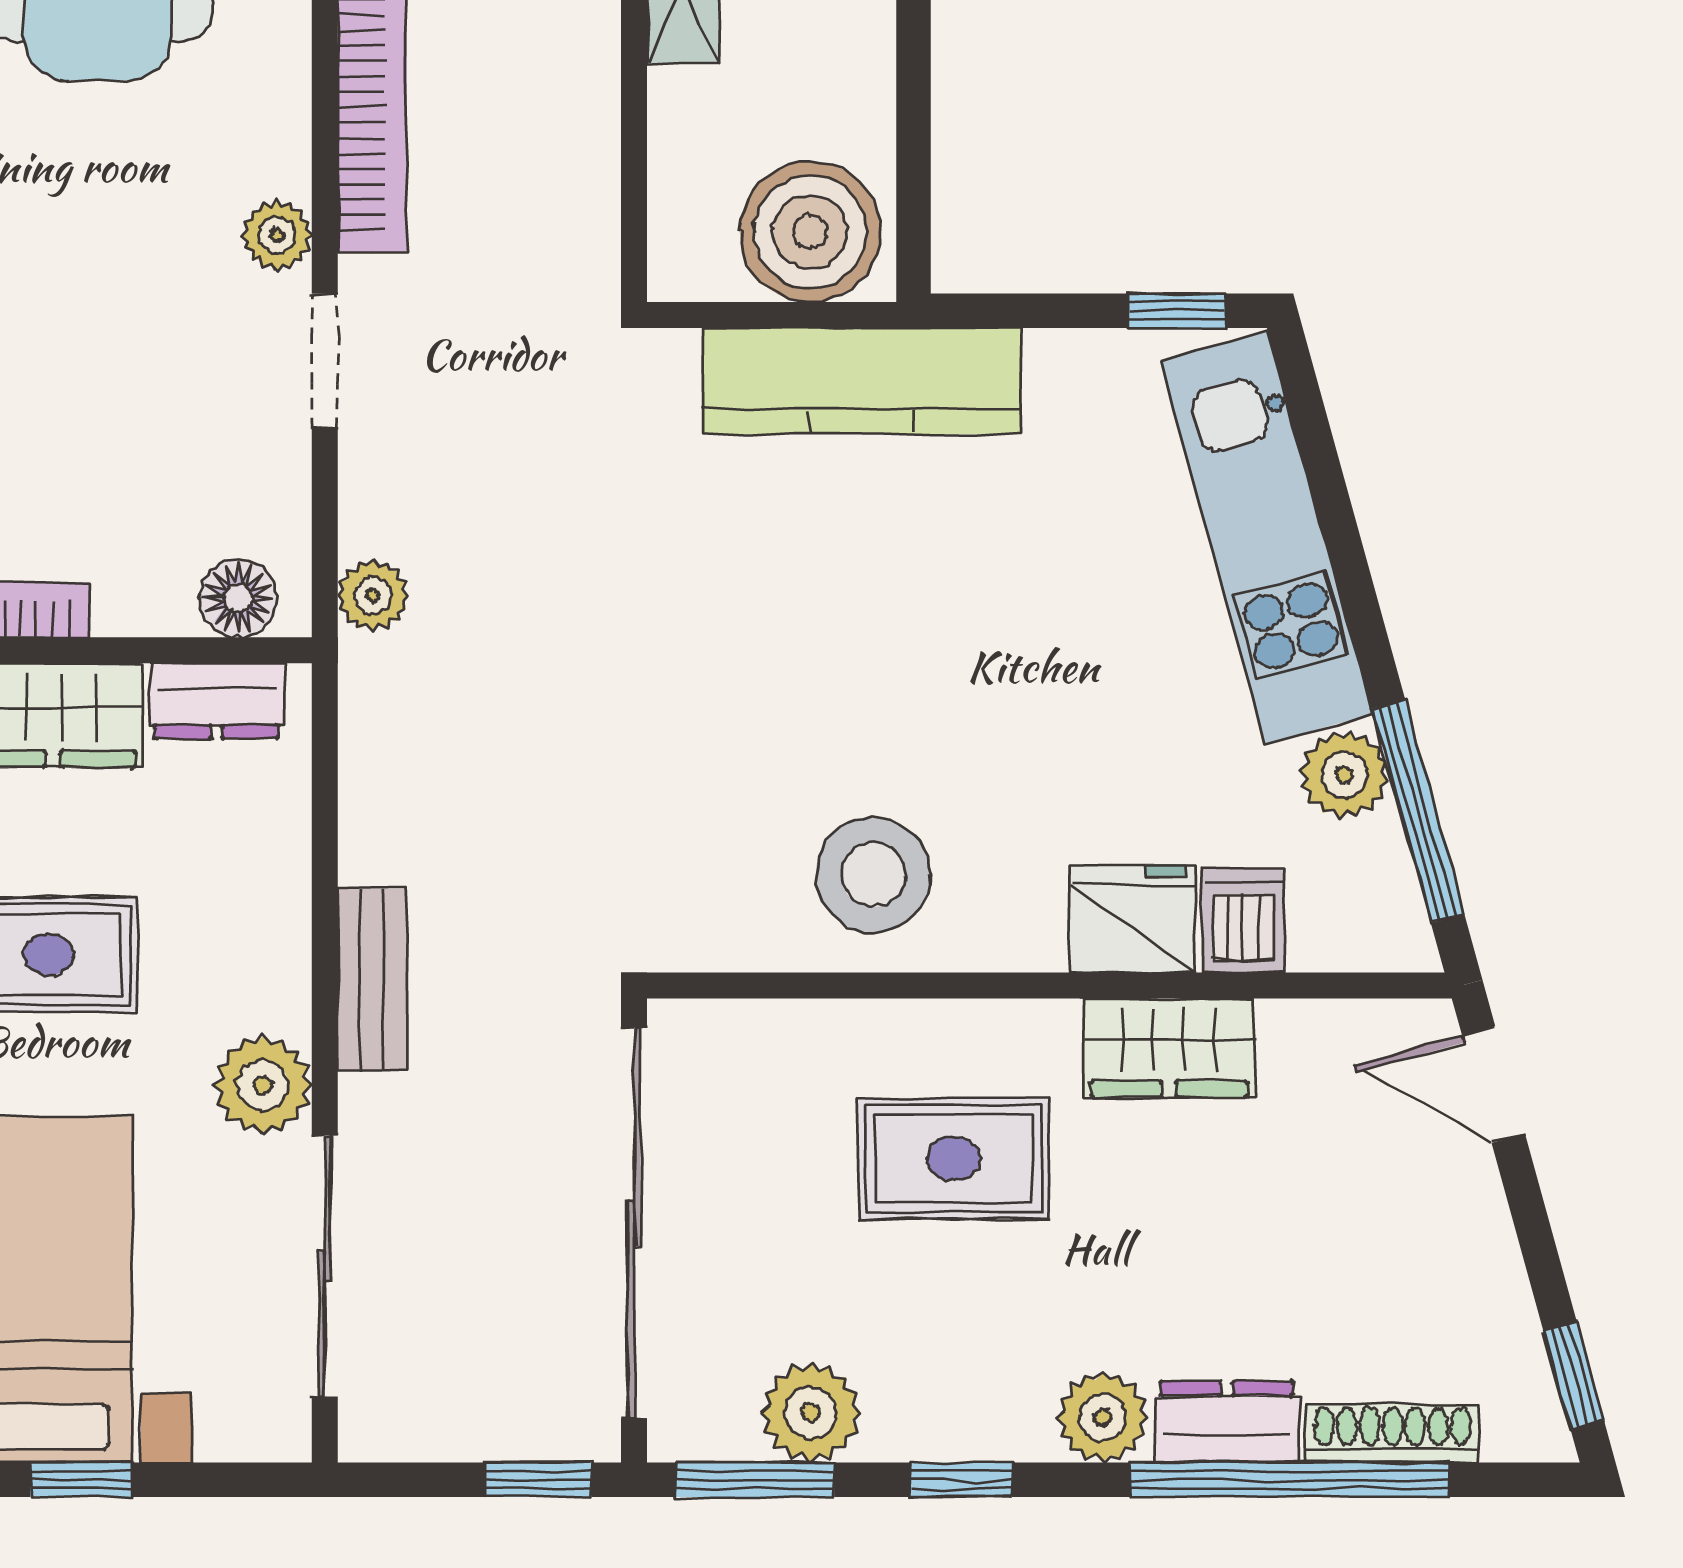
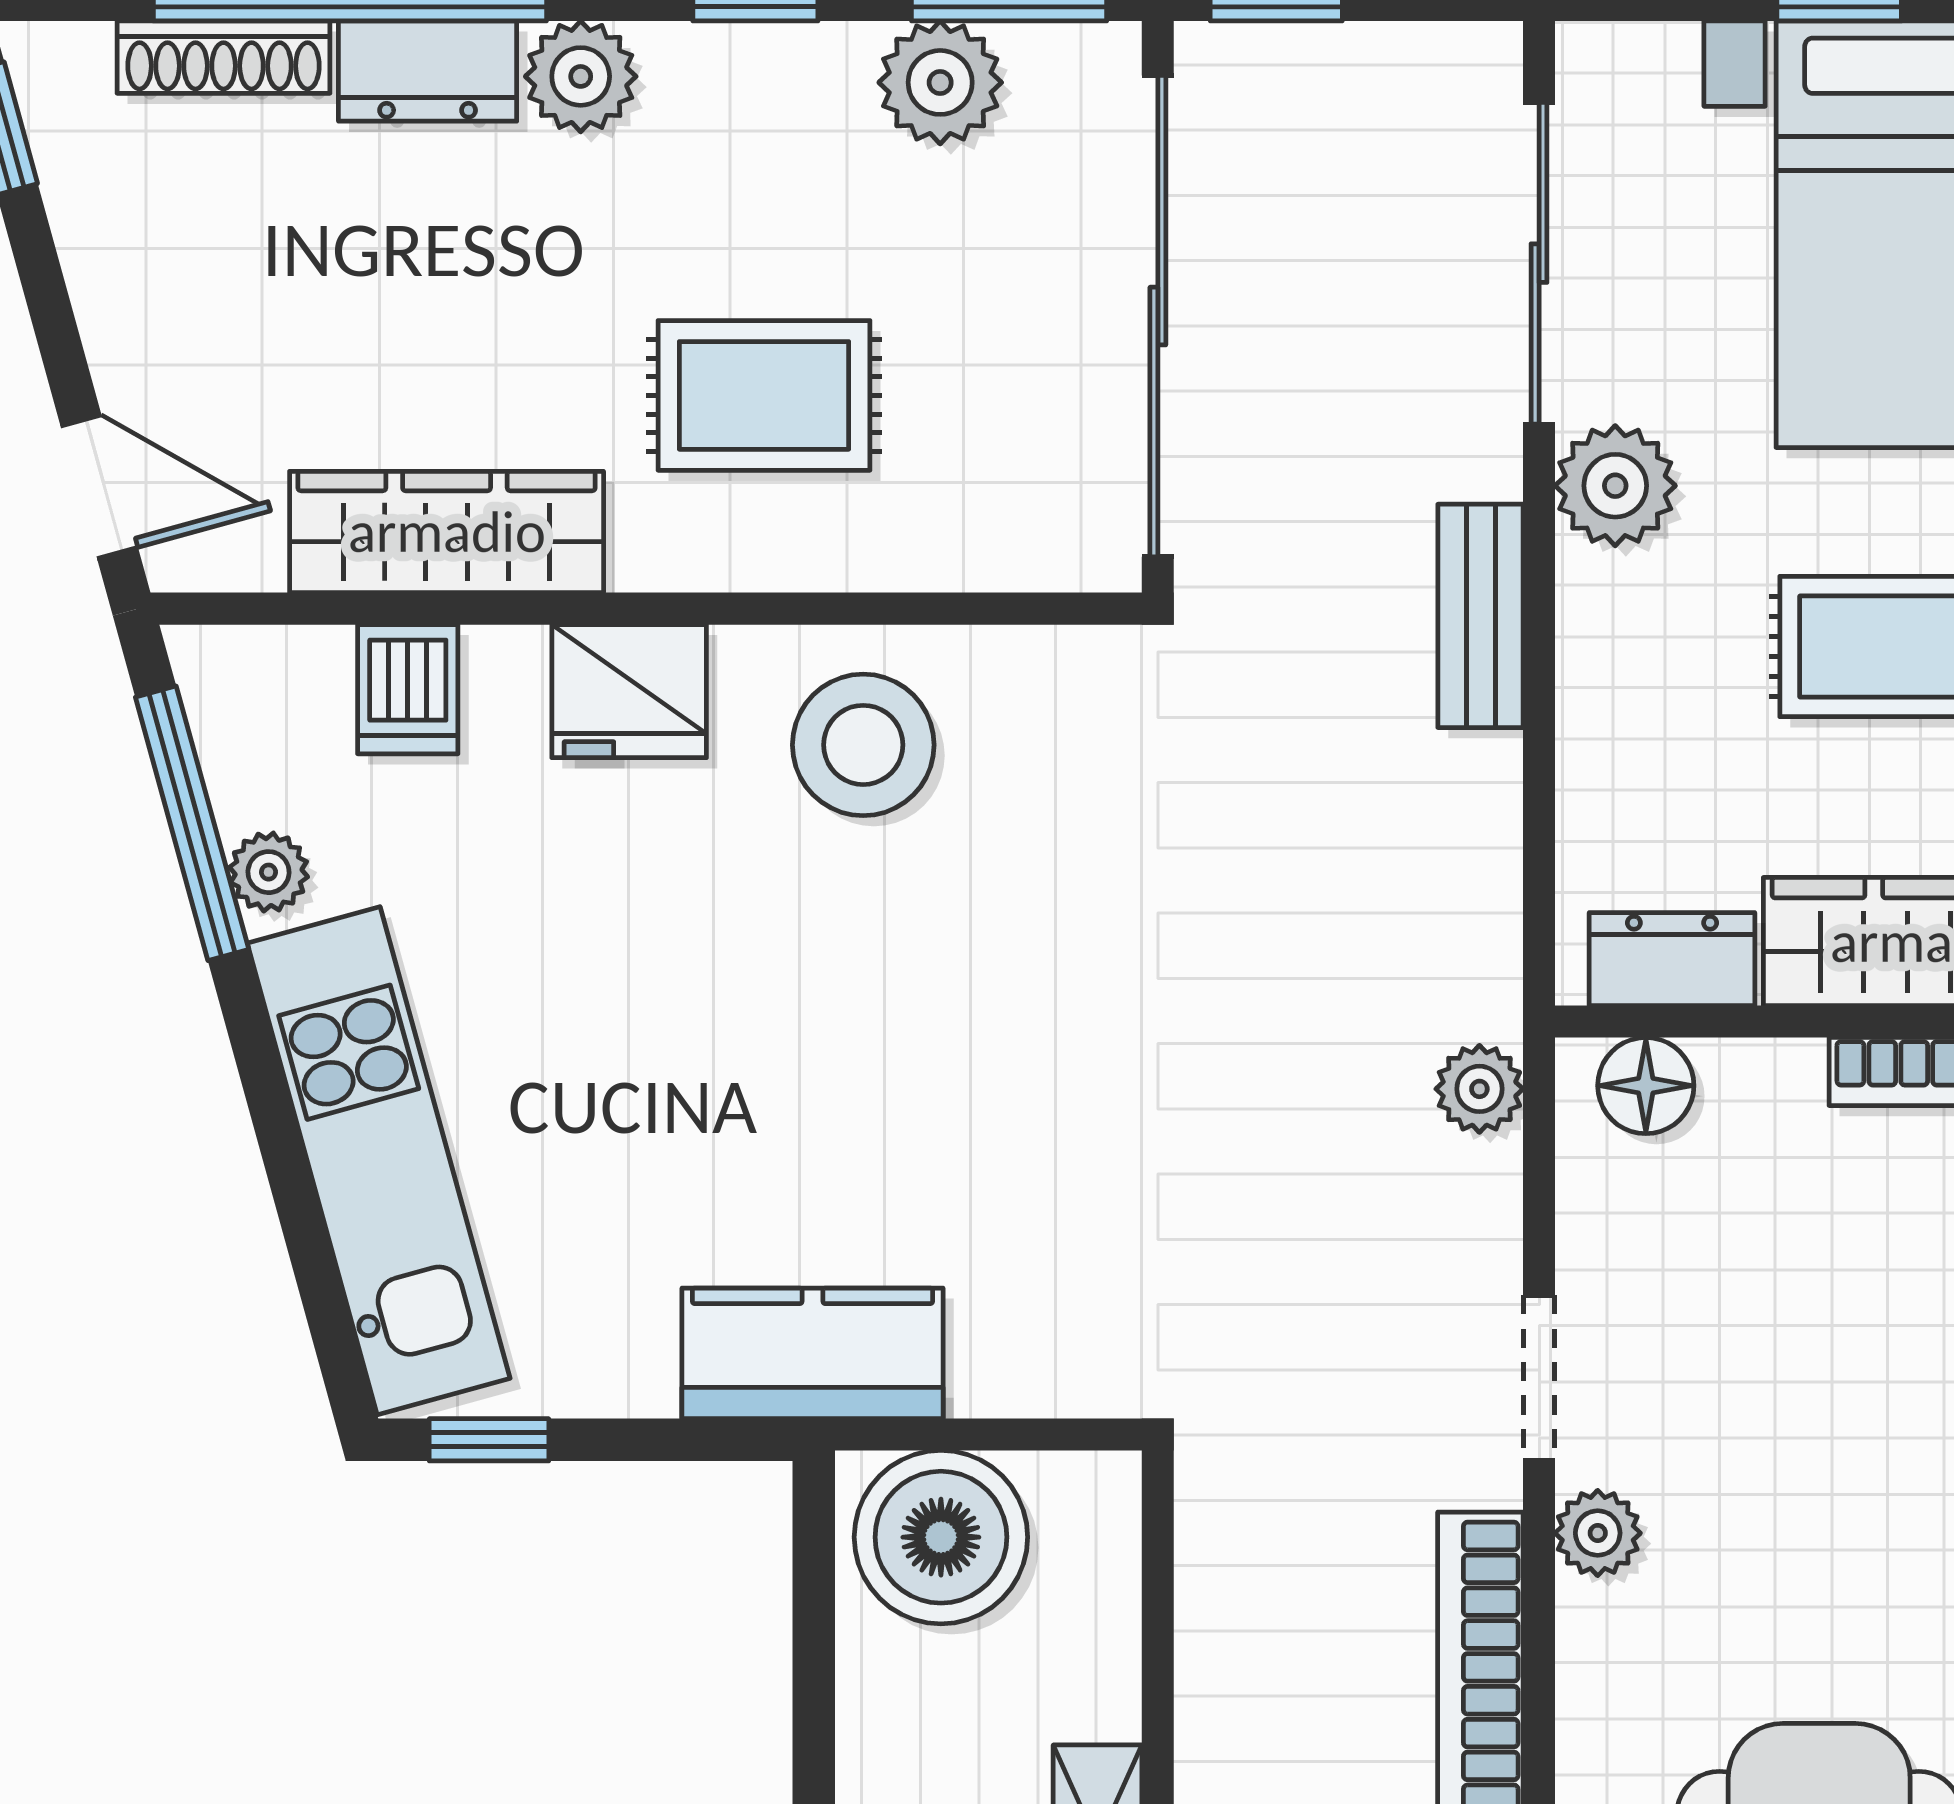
kitchen counter: (861, 381) -> (812, 1353), width x0.67
plant: (1344, 775) -> (269, 872), width x0.73, depth x0.73
fridge: (1133, 919) -> (629, 691), moved
wardrobe: (1169, 1048) -> (447, 532), width x1.50

